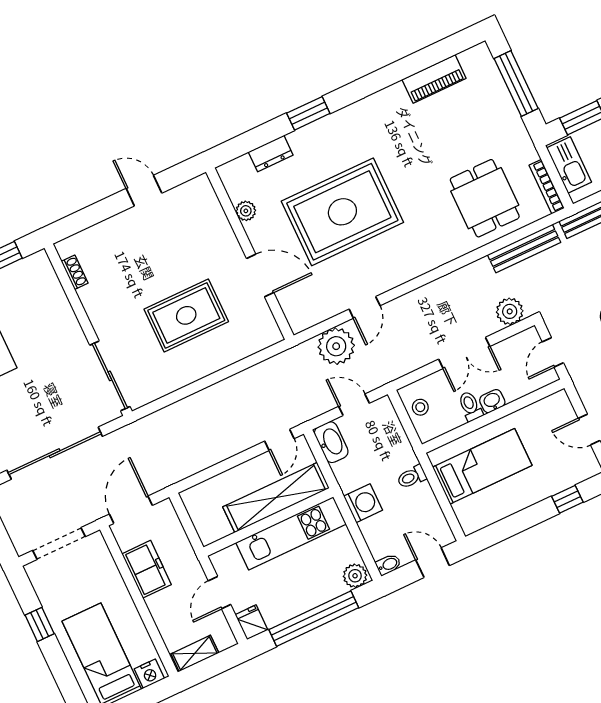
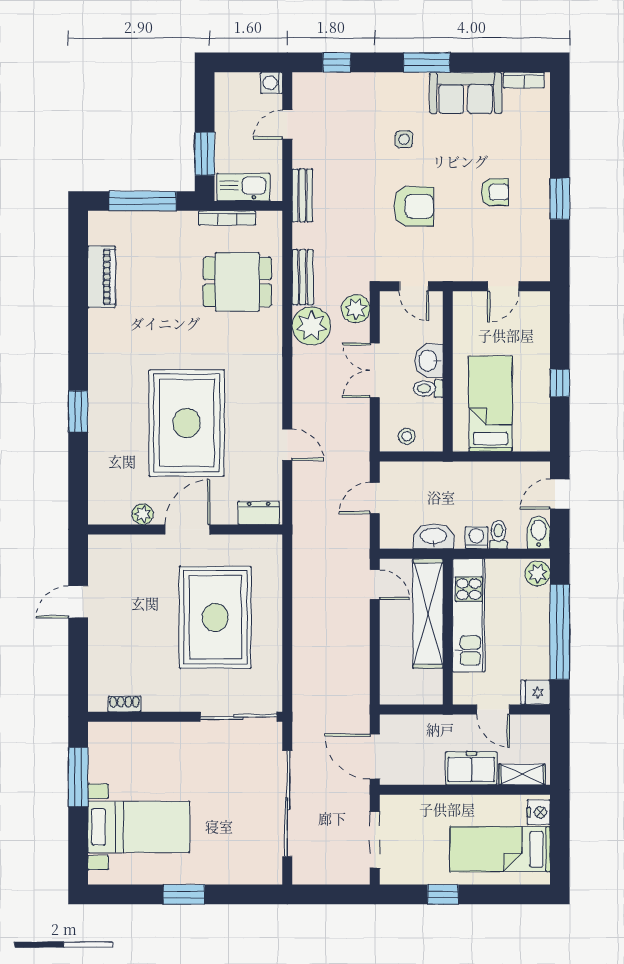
dresser: (271, 154) -> (259, 513), moved, turned -90
bookcase: (547, 187) -> (227, 218), moved
bench: (524, 249) -> (303, 277), width x0.73
door: (260, 275) -> (188, 529), moved
rug: (186, 315) -> (215, 617), width x1.37, depth x1.44
plant: (336, 346) -> (311, 326), moved
double door: (464, 353) -> (375, 370), swing flipped
washbasin: (492, 401) -> (429, 361), width x1.38, depth x1.45
washbasin: (331, 442) -> (434, 536), moved
toilet: (412, 477) -> (498, 535), moved, turned 180
window: (567, 499) -> (560, 383), moved
washing machine: (363, 503) -> (477, 538), width x0.73, depth x0.73
bidet: (388, 565) -> (539, 532), width x1.38, depth x1.36
freezer: (147, 569) -> (471, 768), moved
shelving: (195, 653) -> (522, 775), moved, turned 90

